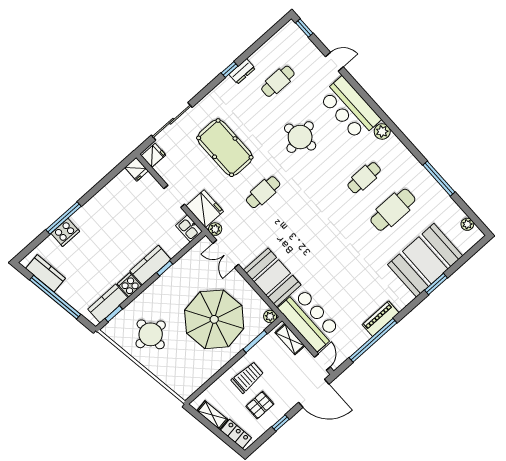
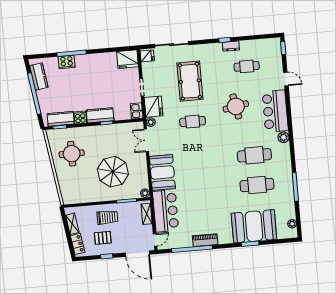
fridge: (136, 169) -> (128, 59), width x1.88, depth x1.34
cafe table: (364, 178) -> (254, 155), width x1.37, depth x1.35
parasol: (214, 319) -> (113, 172), width x0.73, depth x0.73

